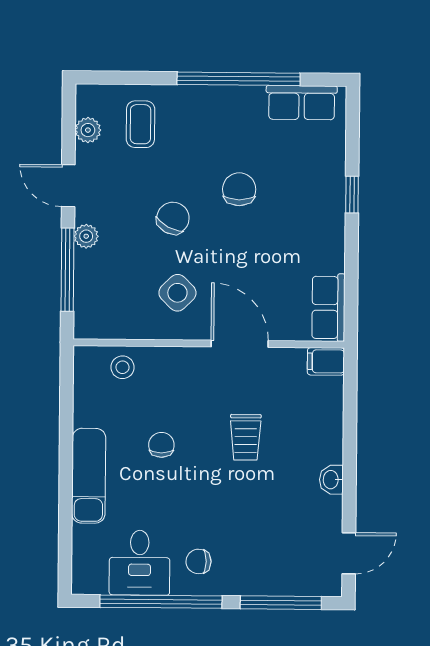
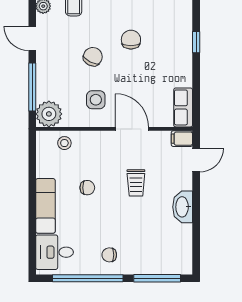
plant: (86, 236) -> (49, 114), moved, width x1.87, depth x1.87
side table: (177, 293) -> (96, 100), turned 45
chair: (161, 445) -> (87, 188), turned 90
washbasin: (331, 480) -> (183, 207), width x1.91, depth x1.45
door: (349, 553) -> (196, 160), moved
desk: (140, 563) -> (55, 252), moved, turned 90

